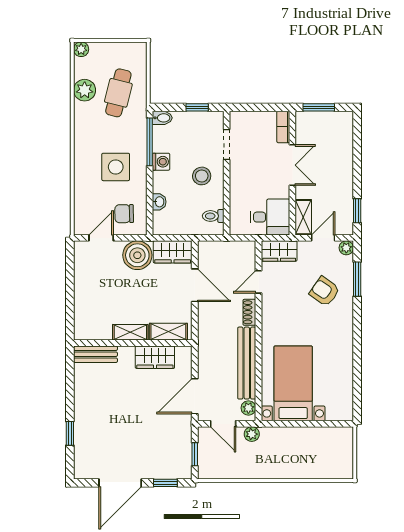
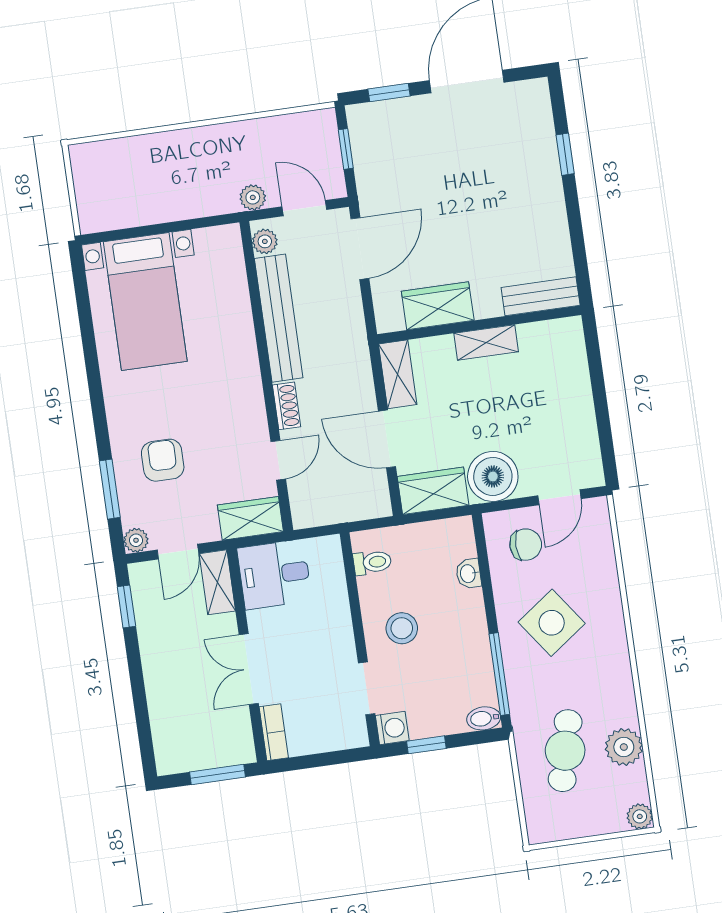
washing machine: (161, 162) -> (392, 728), moved, turned 180
side table: (116, 167) -> (552, 623), turned -36
armchair: (325, 291) -> (163, 460), turned -125
shelving: (168, 332) -> (398, 374), moved, turned 90
bed with nightstands: (293, 383) -> (145, 302), moved

